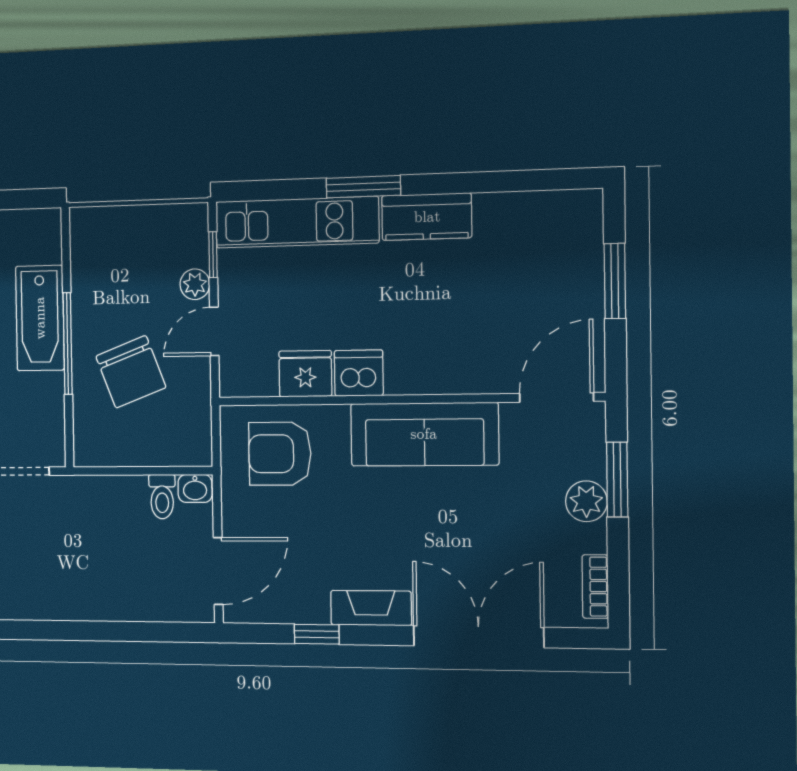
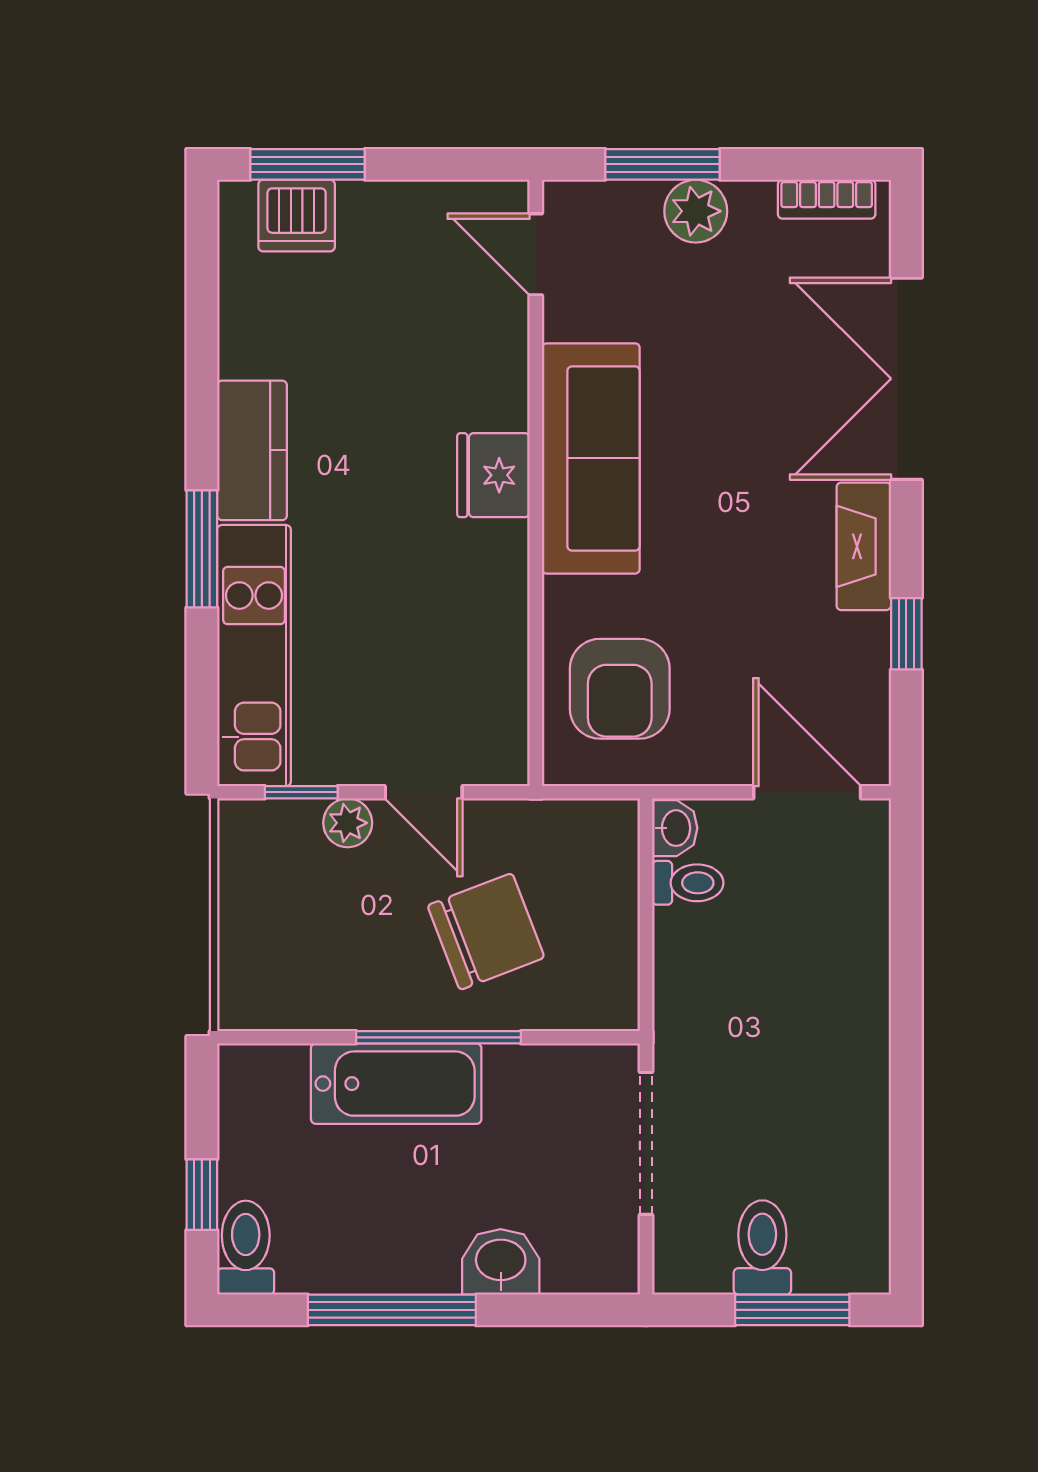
window: (615, 281) -> (307, 164), moved
dishwasher: (359, 373) -> (297, 216), moved, turned -90
fridge: (305, 374) -> (493, 475), moved
door: (556, 397) -> (536, 254), width x0.73

